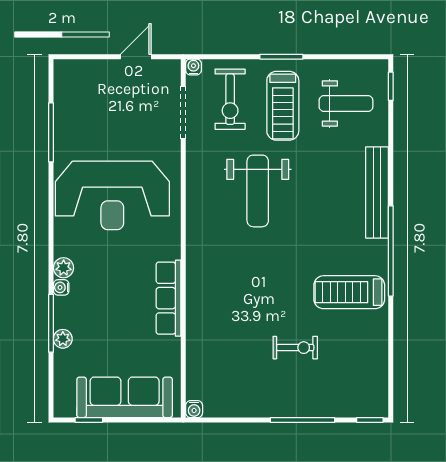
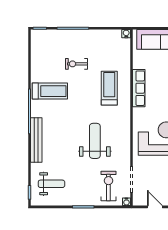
door: (136, 57) -> (155, 207), swing flipped
weight bench: (346, 104) -> (51, 184), turned 180
treadmill: (283, 106) -> (109, 88), moved

